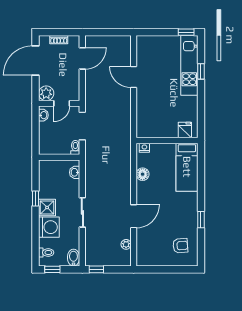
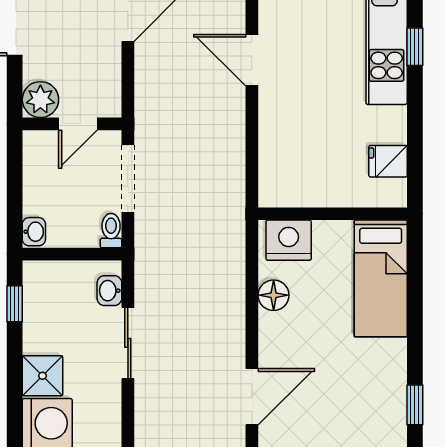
washbasin: (43, 115) -> (34, 232), moved
fridge: (185, 130) -> (388, 161), moved, turned -90
nightstand: (144, 148) -> (289, 240), width x1.89, depth x1.79
window: (35, 199) -> (15, 304), moved
sliding door: (82, 212) -> (128, 343), moved

